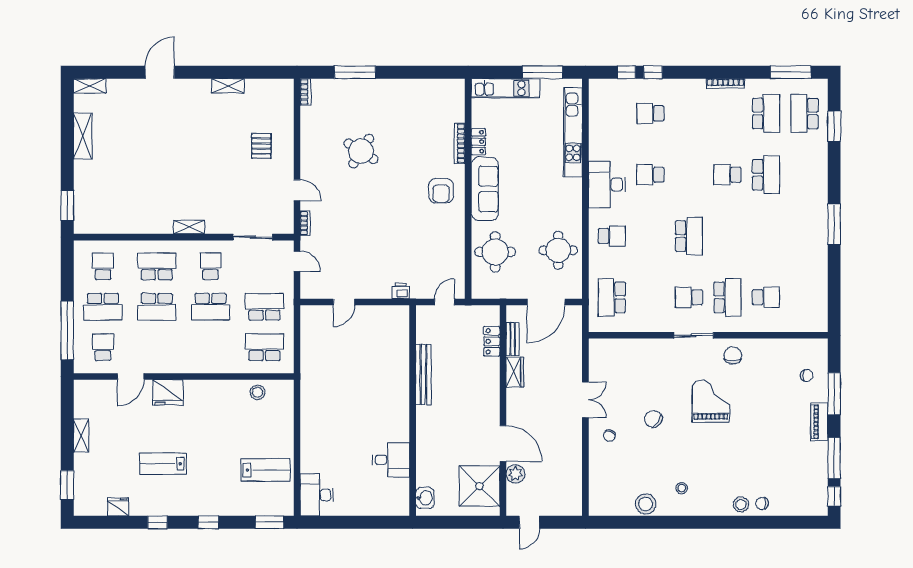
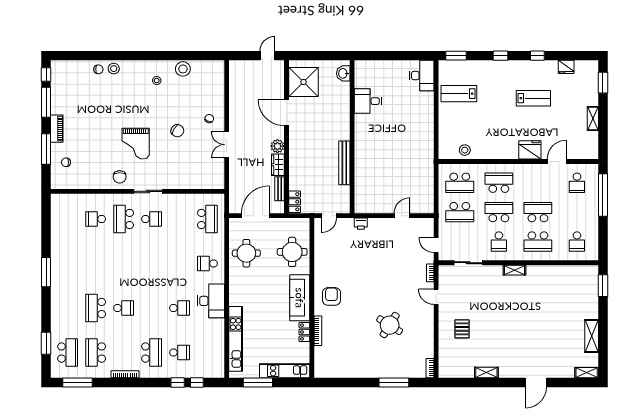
school desk: (689, 236) -> (152, 353), moved, turned 180
school desk: (103, 307) -> (499, 183), moved
locker: (492, 341) -> (295, 202), moved
plant: (515, 474) -> (277, 146), moved

